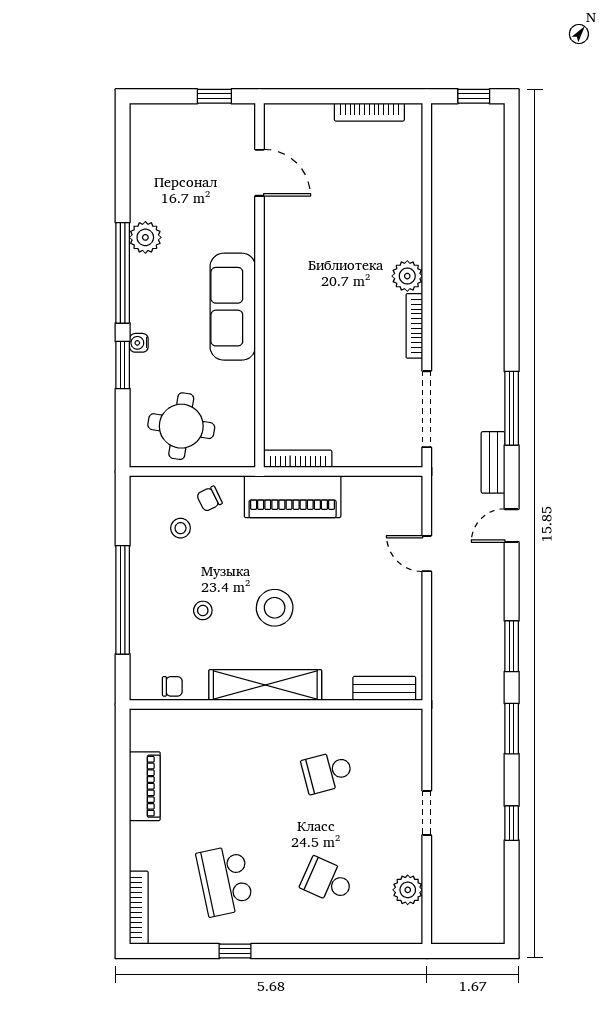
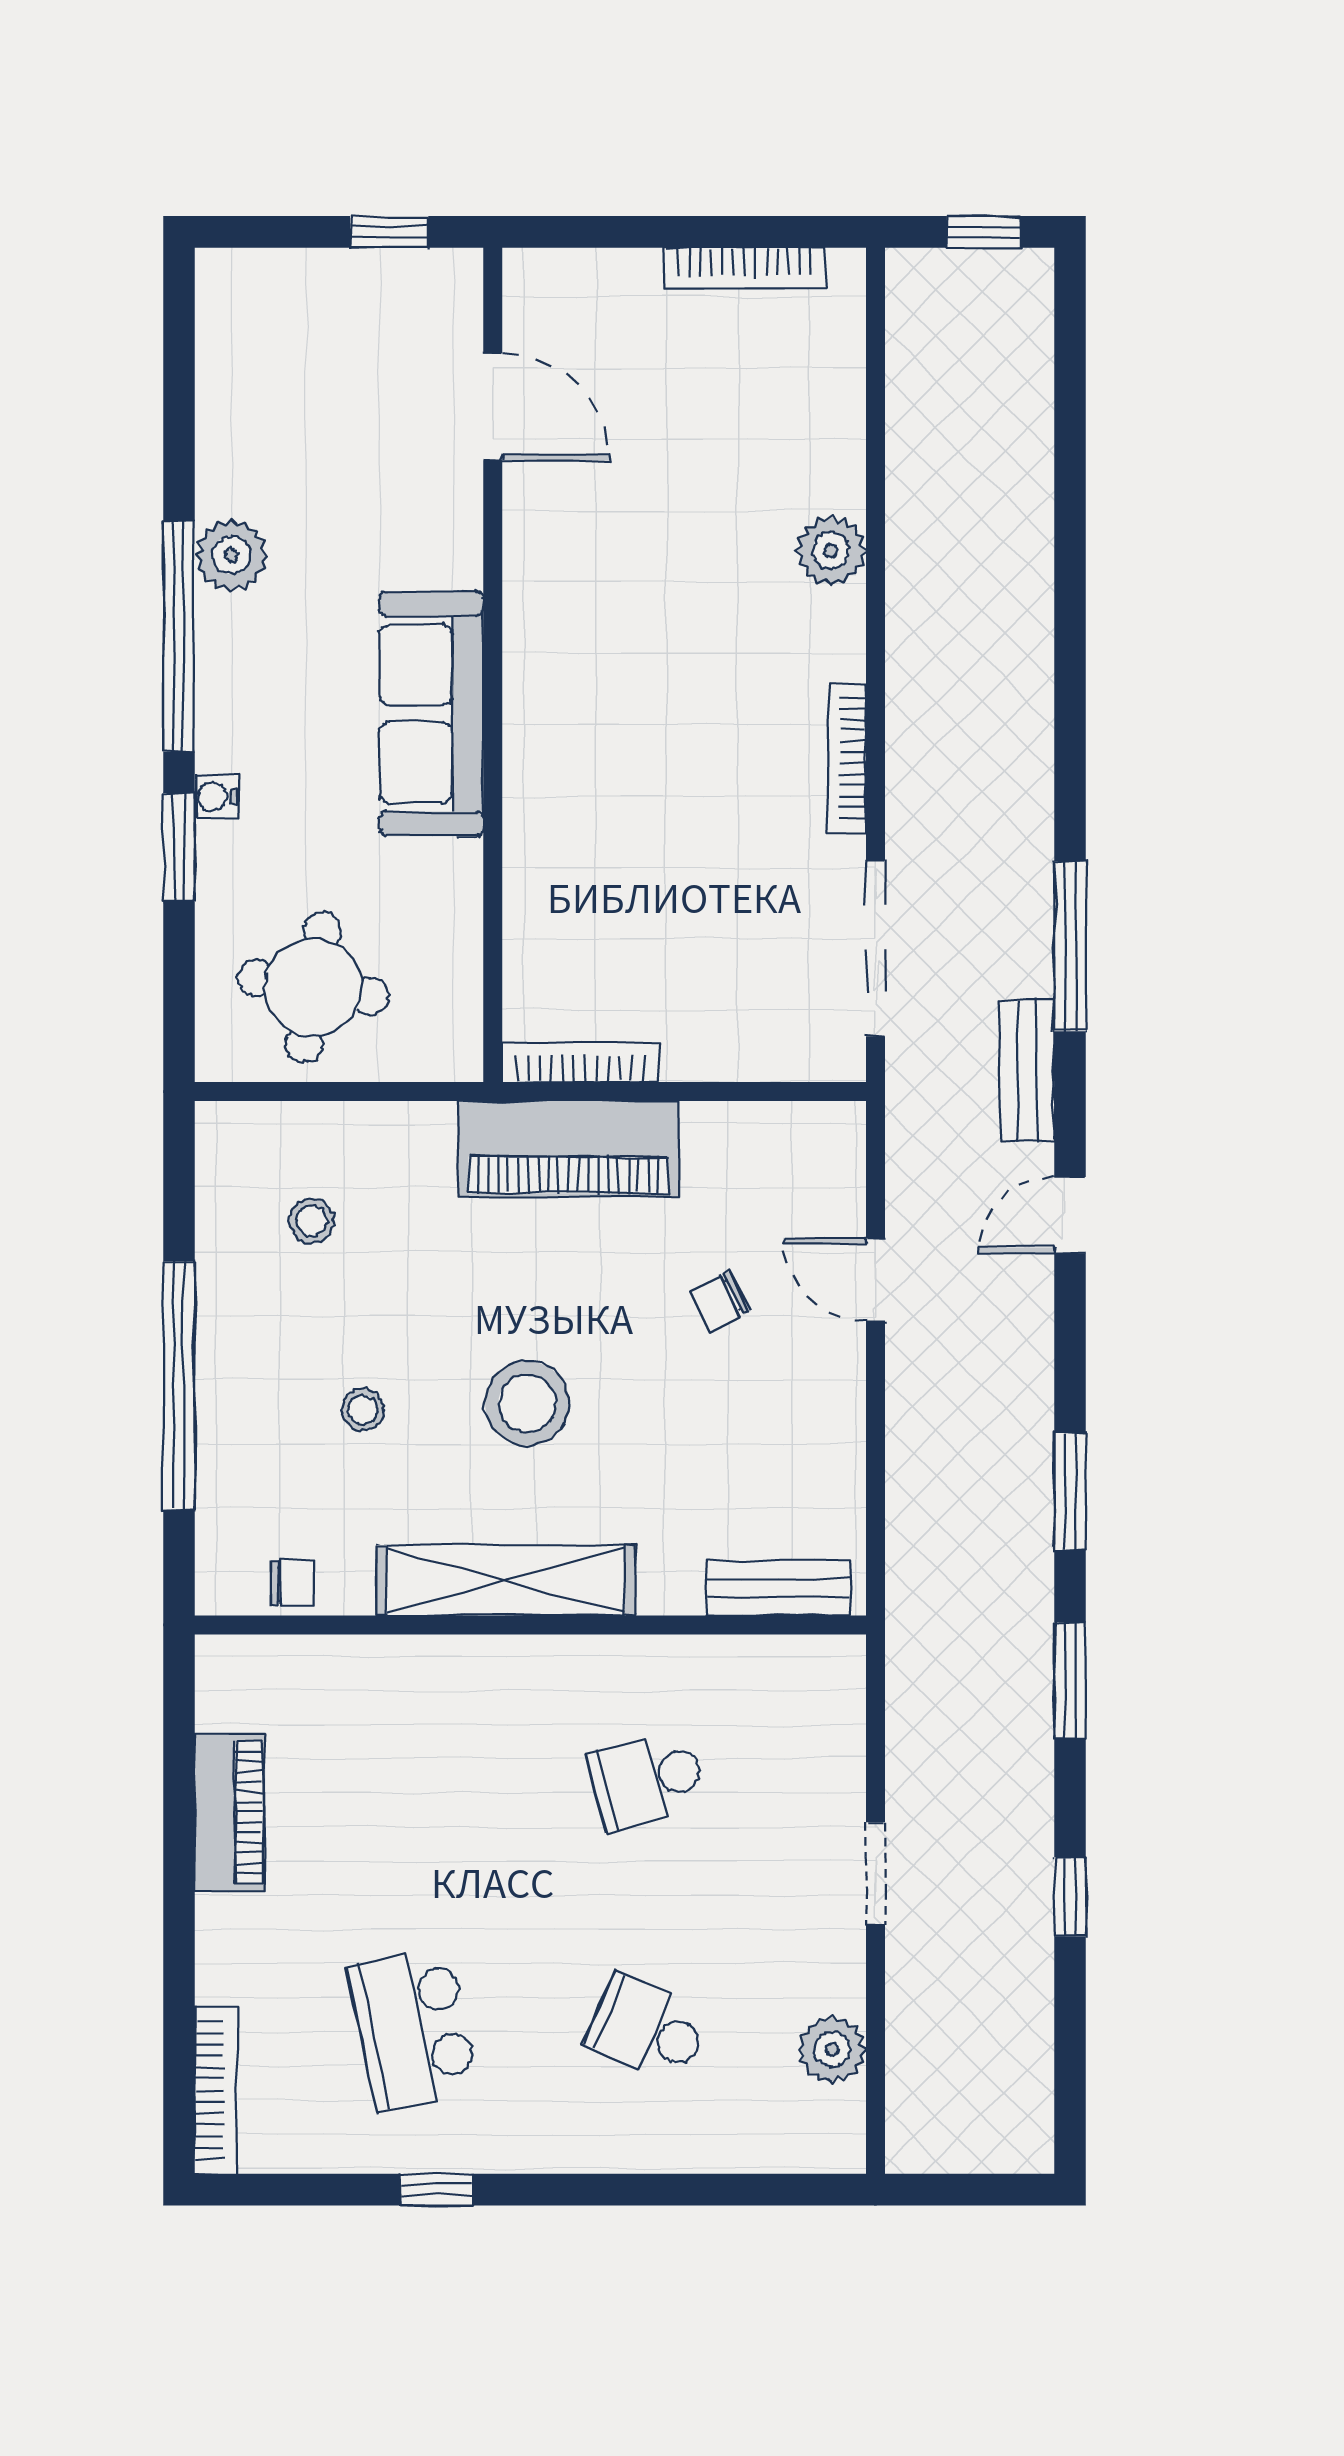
plant: (407, 276) -> (831, 551), moved
chair: (209, 499) -> (720, 1301), moved

